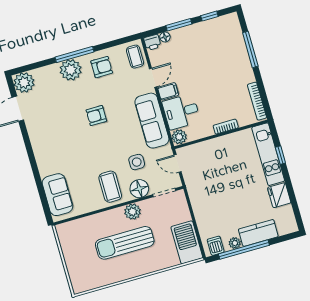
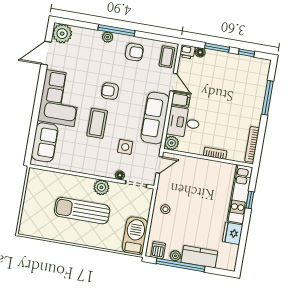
plant: (71, 70) -> (108, 37), width x0.53, depth x0.53
door: (153, 78) -> (174, 82), hinge flipped
corner sofa: (52, 145) -> (60, 98), added
door: (178, 163) -> (159, 165), swing flipped
coffee table: (110, 187) -> (97, 123), moved
floor lamp: (139, 189) -> (120, 175), width x0.53, depth x0.53
stool: (204, 203) -> (165, 209), added

